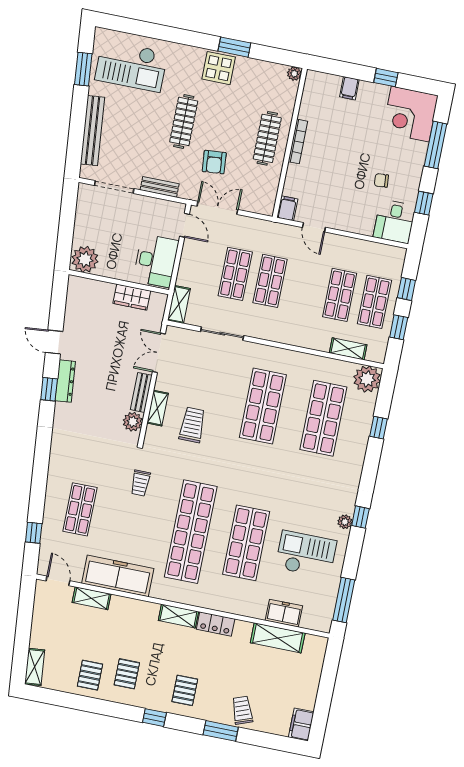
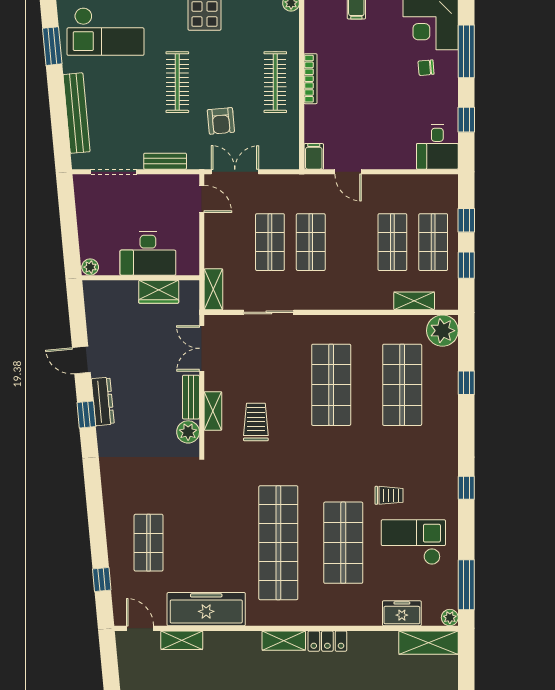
chair: (381, 180) -> (426, 68), moved
plant: (85, 259) -> (90, 267), width x0.53, depth x0.53
desk: (156, 261) -> (148, 253), moved, turned 90
trolley: (140, 483) -> (389, 495), moved, turned -90
plant: (345, 522) -> (450, 618), moved
shelving: (278, 638) -> (428, 643), moved

